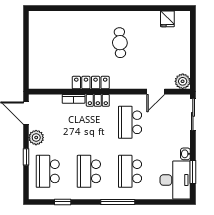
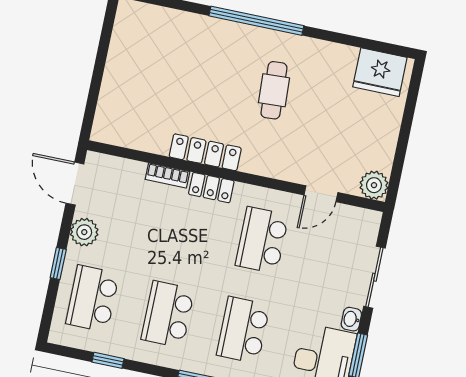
window: (103, 8) -> (256, 21), added
fridge: (167, 19) -> (380, 72), width x1.88, depth x1.34
sliding door: (193, 114) -> (374, 277), moved

